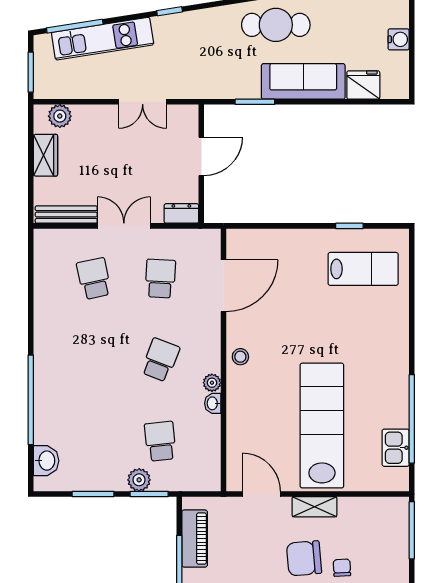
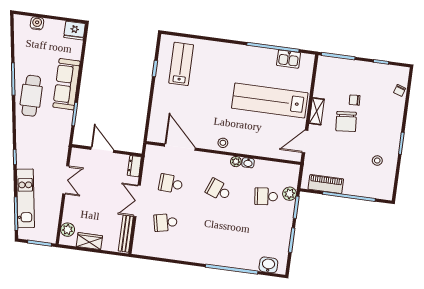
water cooler: (399, 39) -> (37, 23), moved
fridge: (363, 85) -> (75, 31), moved, turned -90
plant: (139, 480) -> (290, 194), moved

